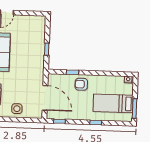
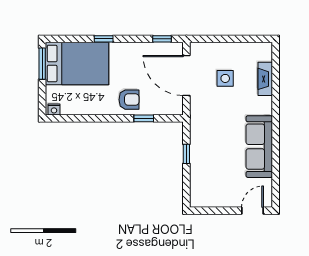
bed: (113, 103) -> (77, 63), width x1.50
side table: (17, 109) -> (225, 78), moved

